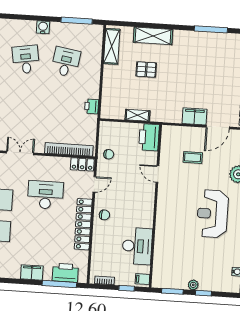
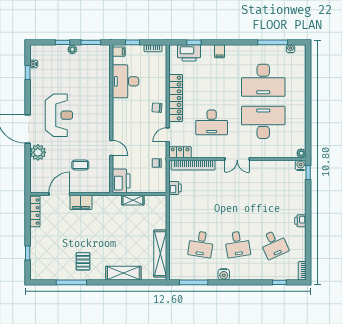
shelving: (112, 46) -> (160, 254), width x1.47
pallet: (146, 70) -> (83, 261), moved, turned 90
printer: (92, 106) -> (175, 188), moved
filing cabinet: (32, 272) -> (220, 51), width x0.50
window: (59, 284) -> (194, 42), width x0.46

